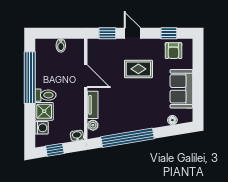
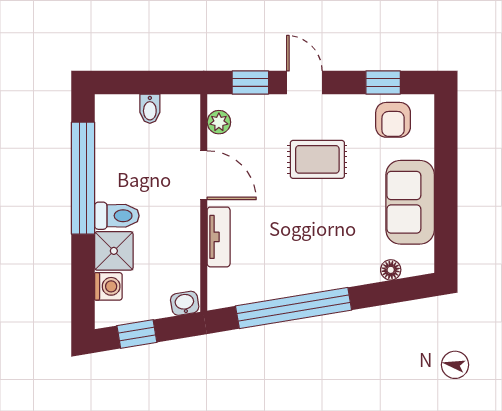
plant: (93, 125) -> (219, 122), moved

